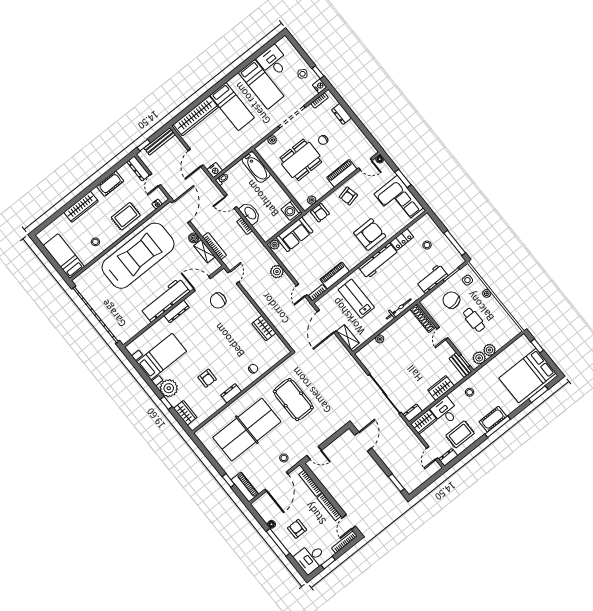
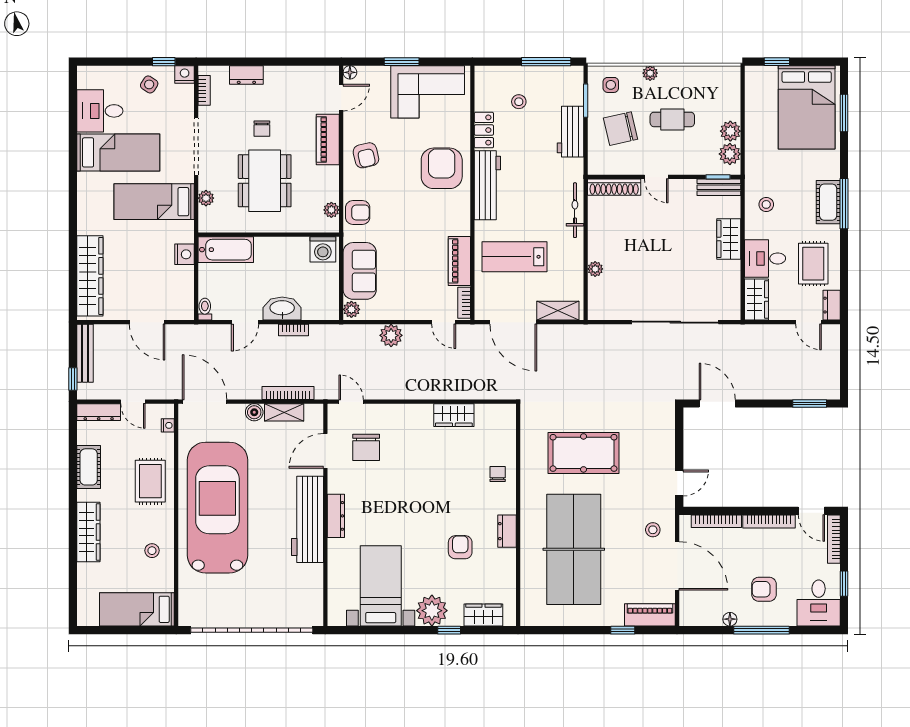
bed: (232, 107) -> (154, 202), moved, turned 180
nightstand: (215, 170) -> (185, 254), moved
armchair: (207, 378) -> (460, 547), turned -91
dresser: (413, 413) -> (732, 305), removed

